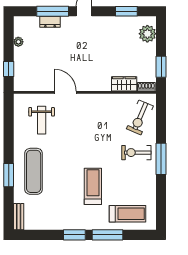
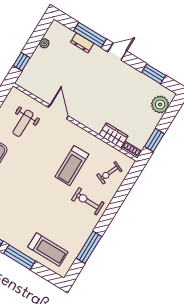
exercise bike: (140, 117) -> (109, 173), width x0.73, depth x0.72
window: (161, 159) -> (89, 247), moved
treadmill: (93, 186) -> (72, 166), moved, turned 180

